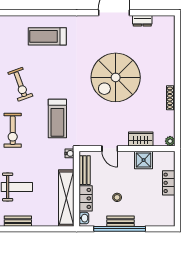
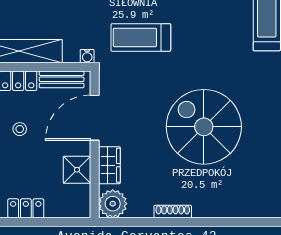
plant: (170, 141) -> (113, 204), width x1.88, depth x1.88
door: (110, 149) -> (95, 118), width x1.88
locker: (169, 183) -> (26, 208), moved

